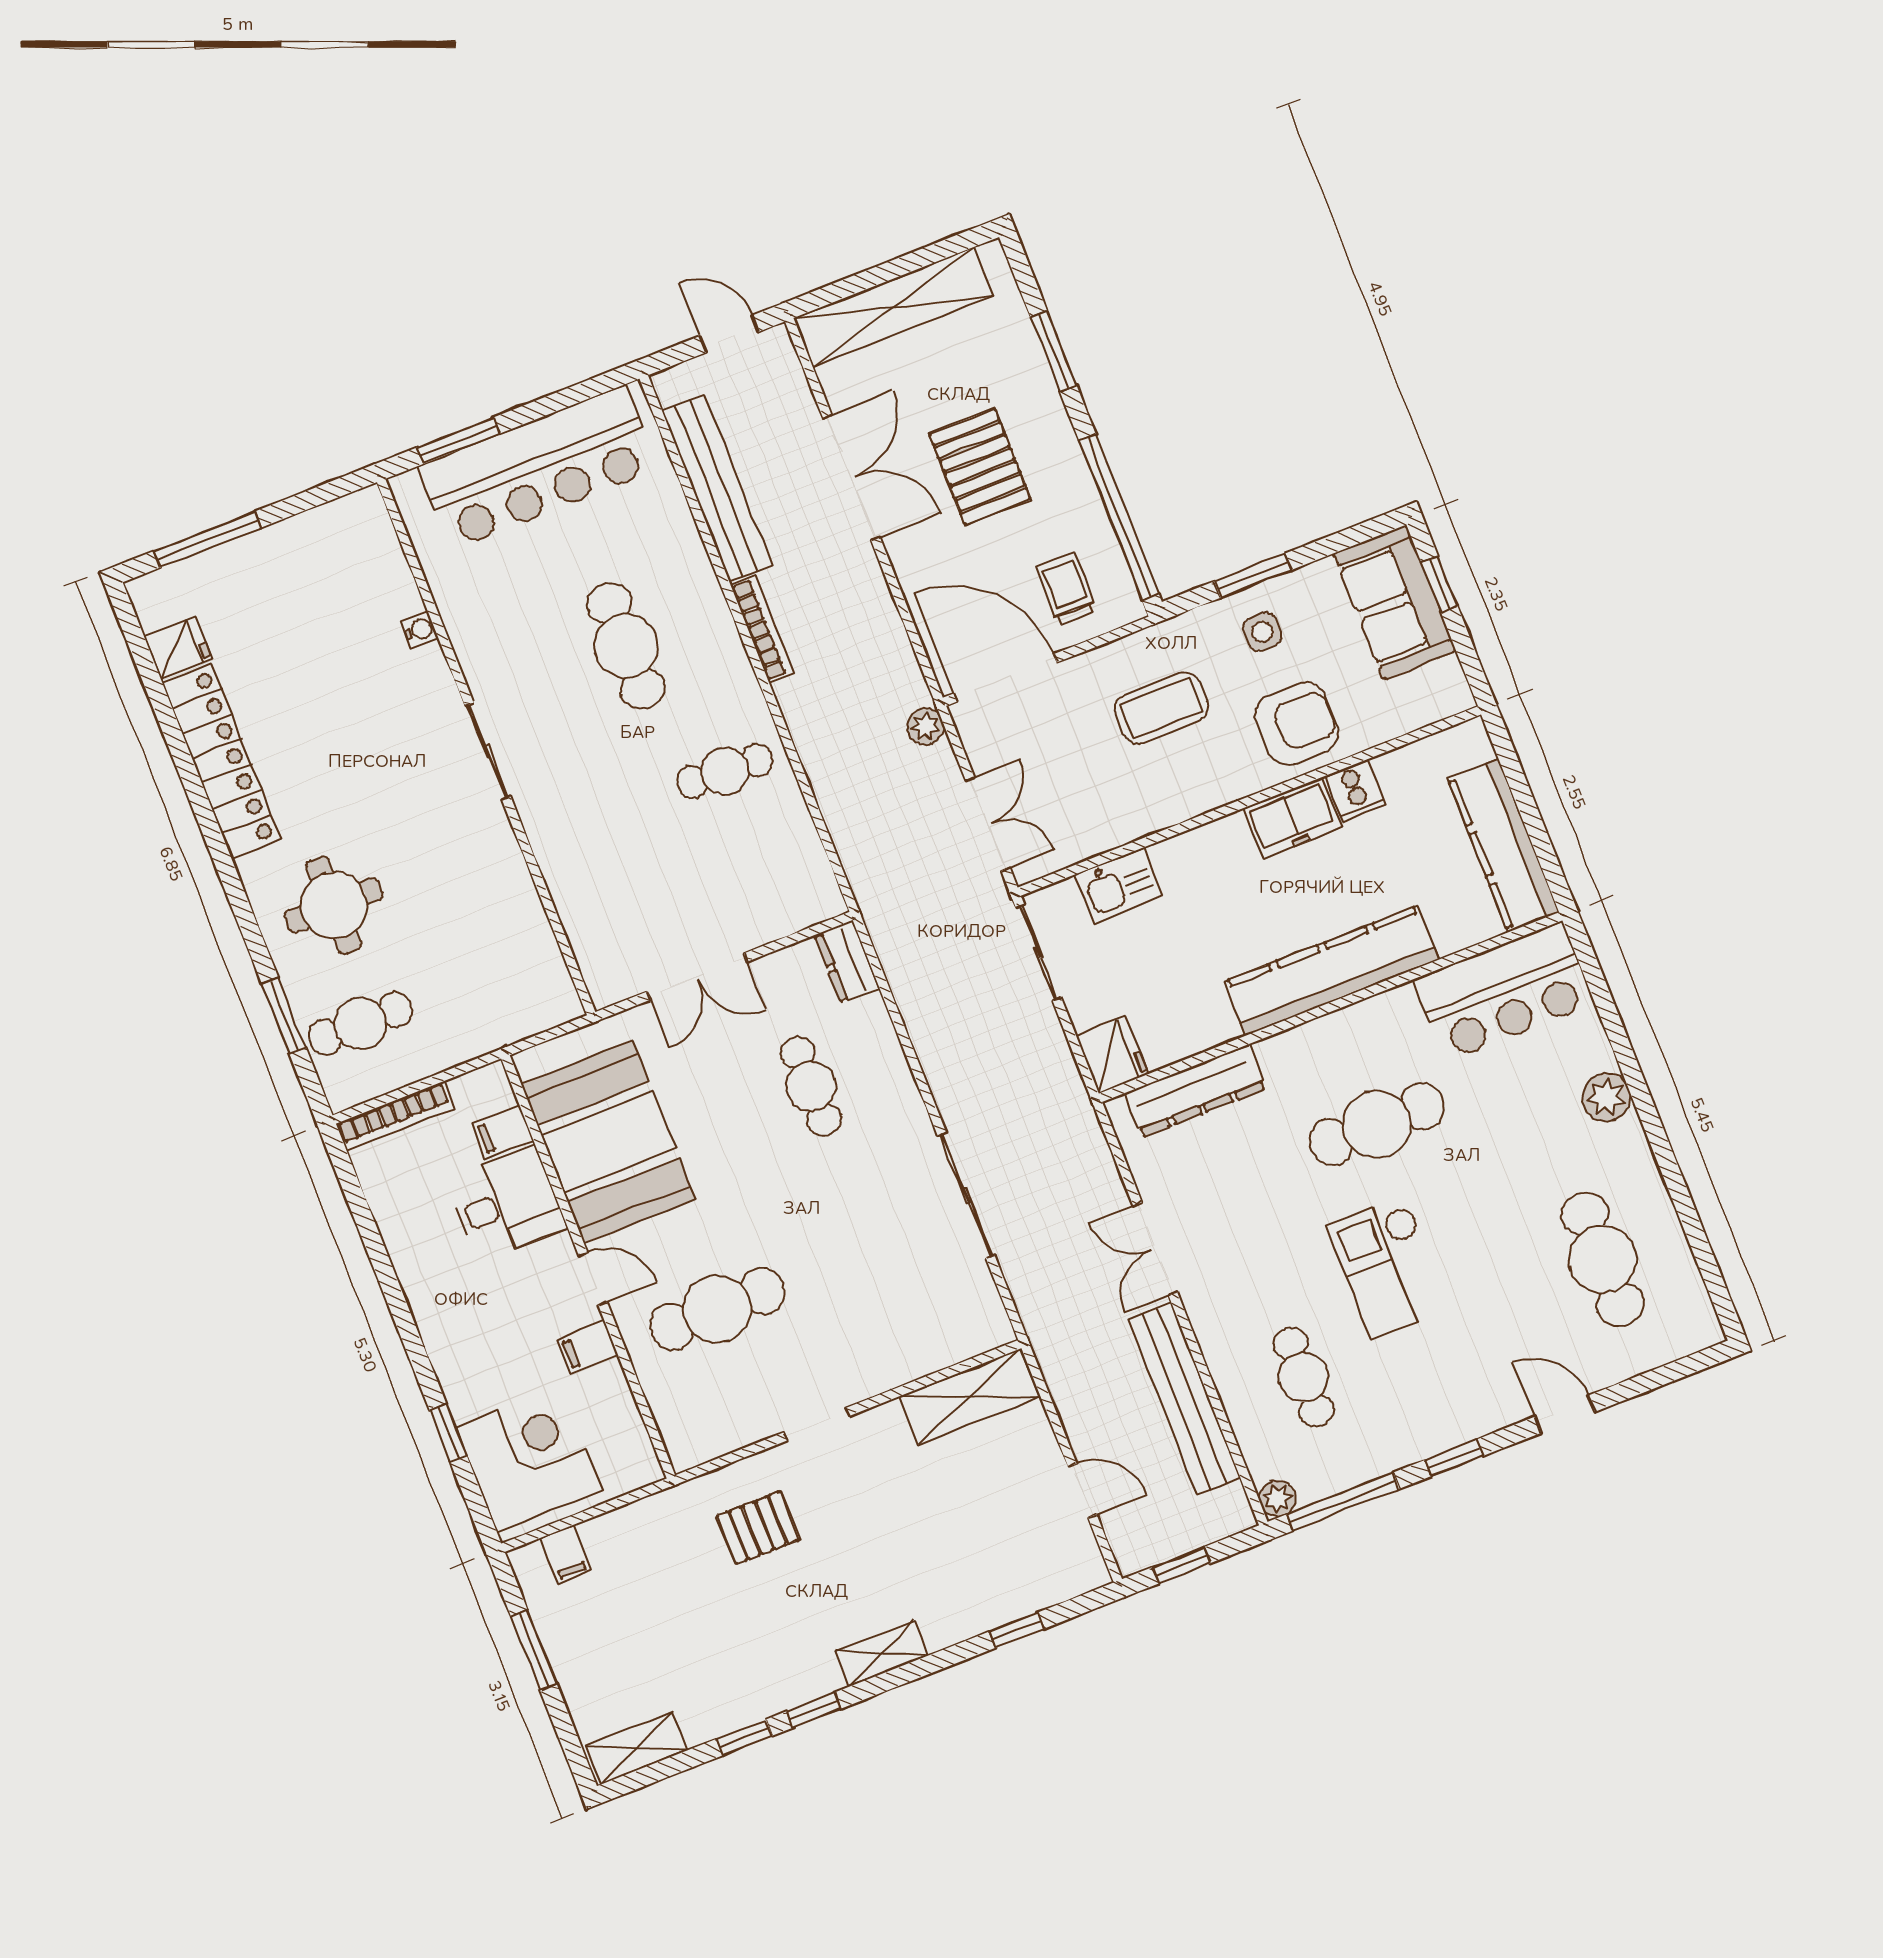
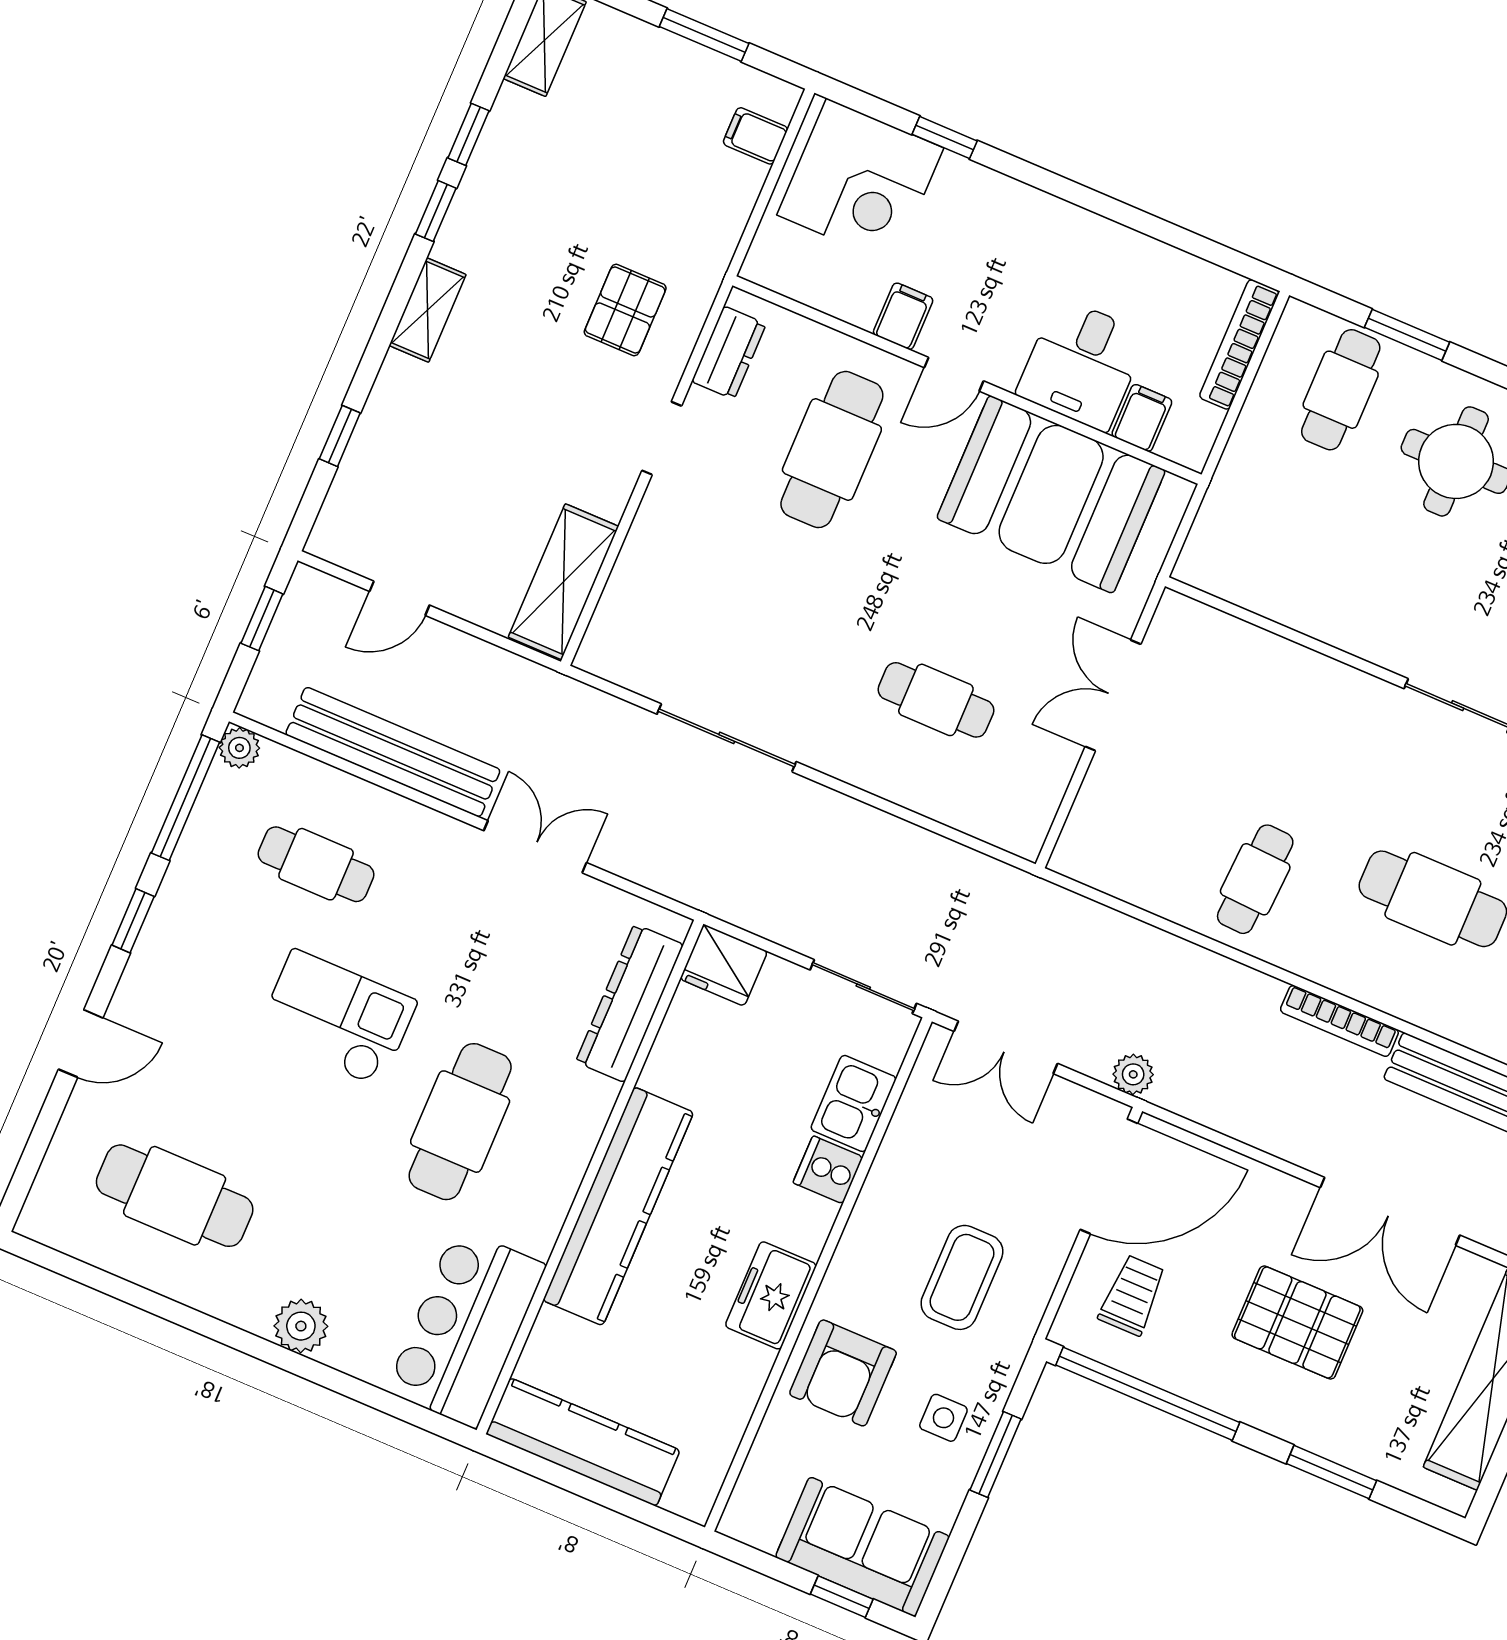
trolley: (1066, 589) -> (1132, 1295), turned -91
cooker: (1355, 790) -> (828, 1170), moved
dresser: (847, 962) -> (729, 353), moved, turned 90

